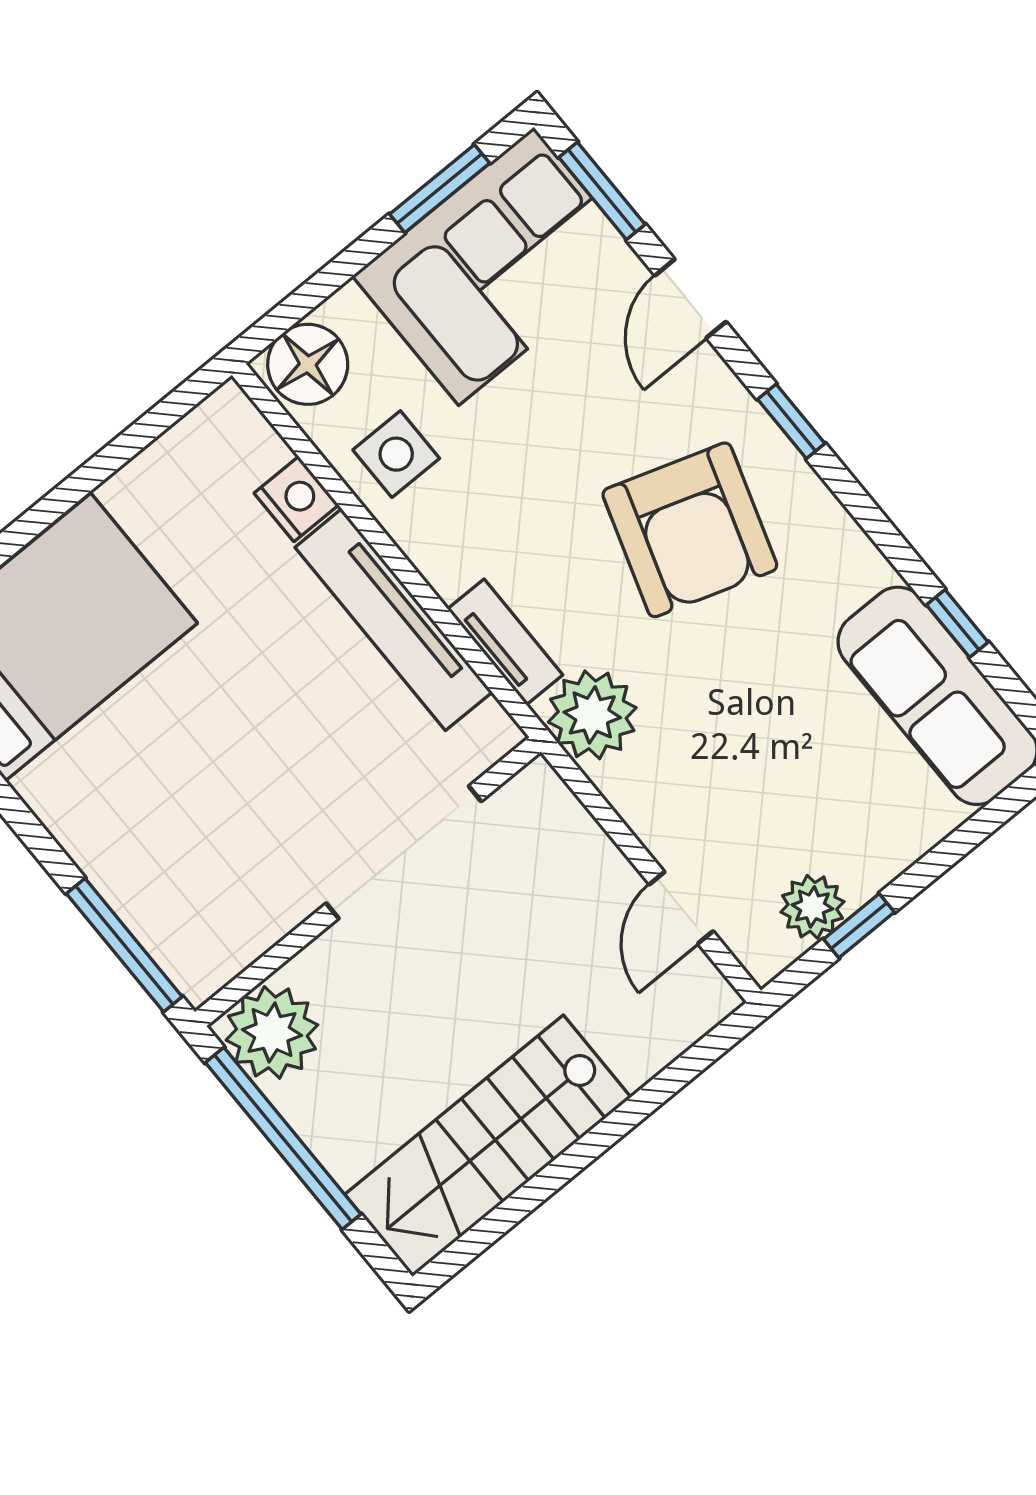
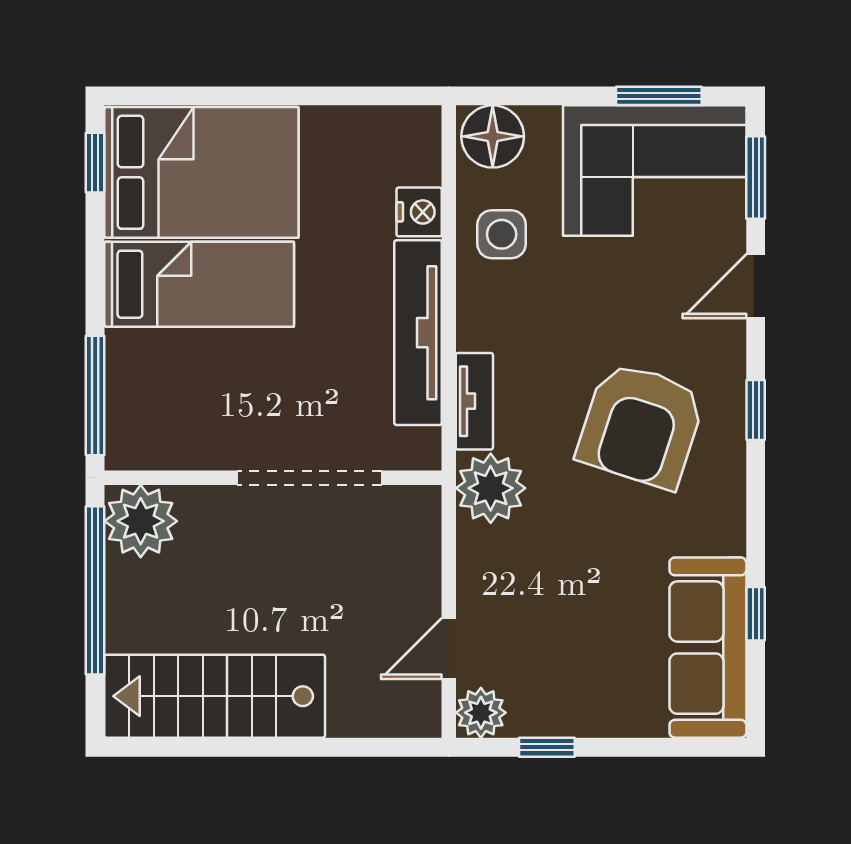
bed: (137, 750) -> (199, 284), added
plant: (812, 907) -> (481, 713), moved

